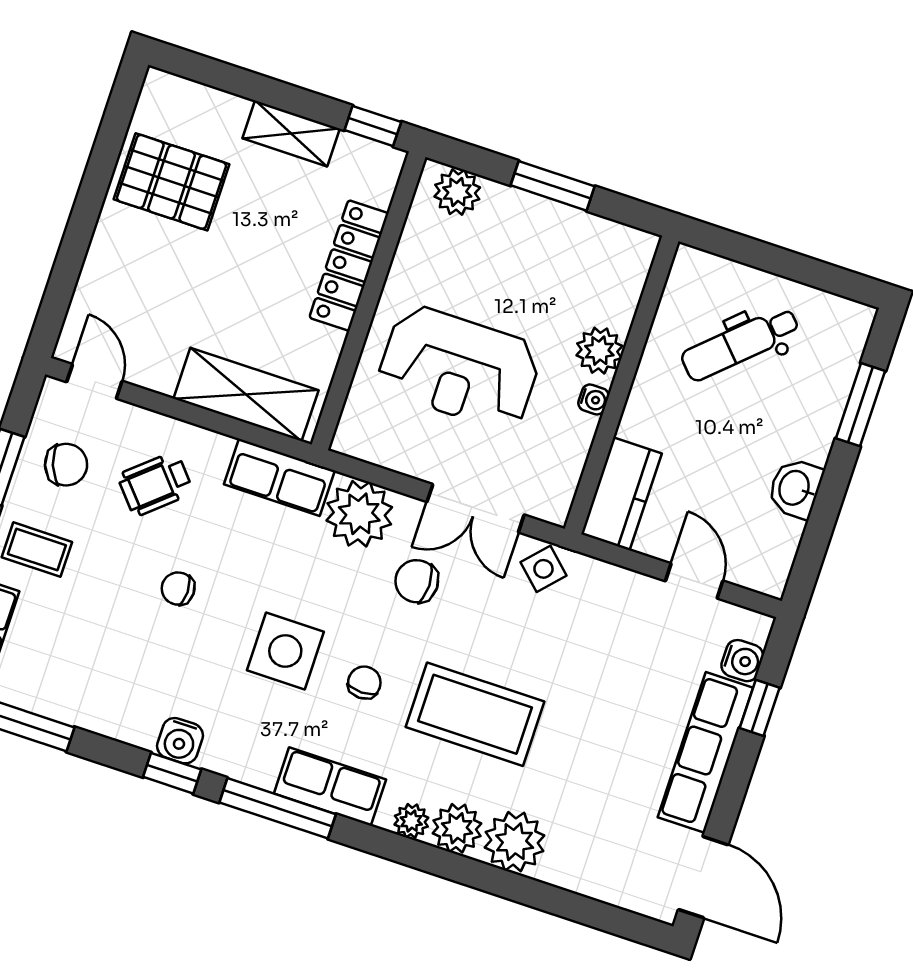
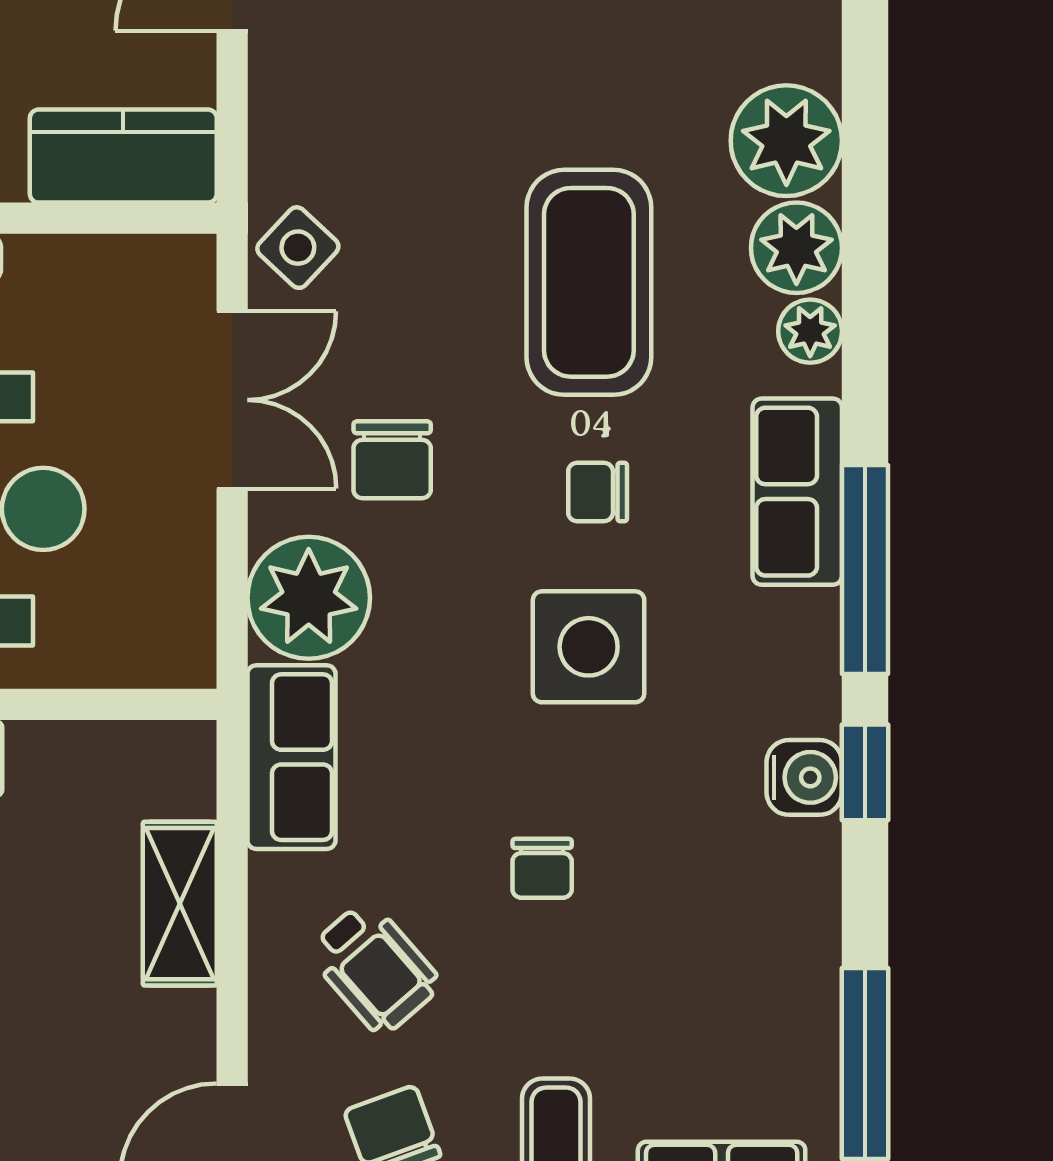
shelving: (246, 394) -> (180, 904), width x0.67, depth x0.75

